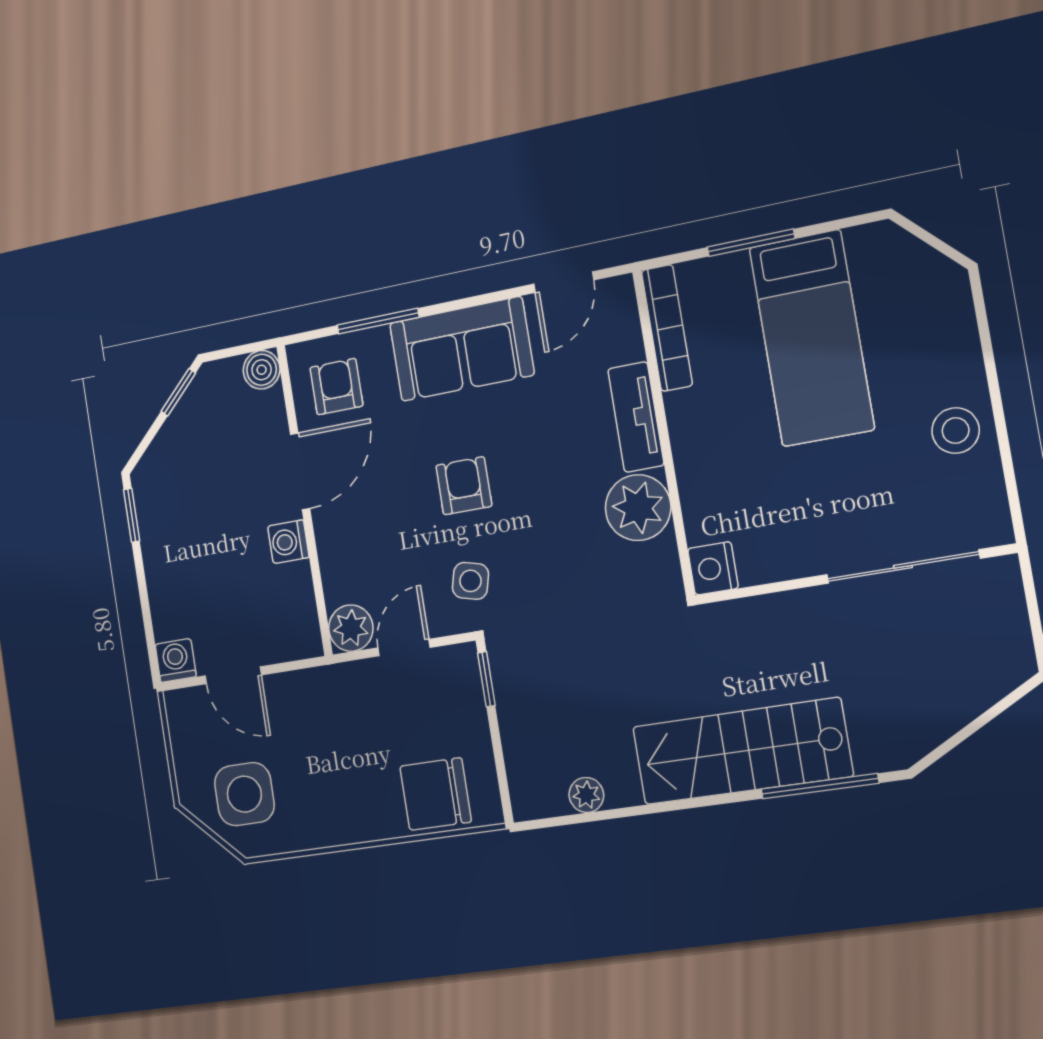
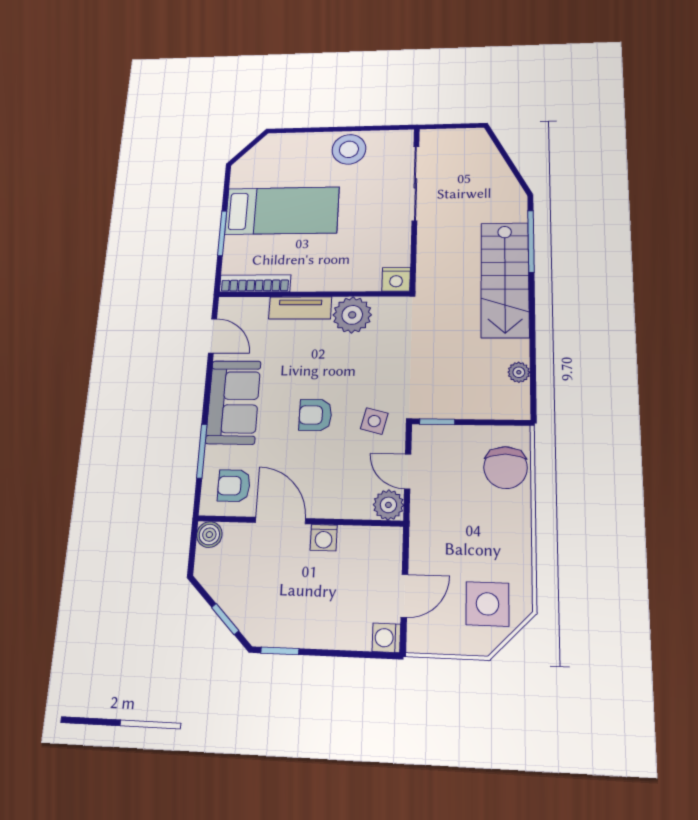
window: (178, 392) -> (225, 619), moved
stool: (956, 431) -> (349, 149), width x1.38, depth x1.38

